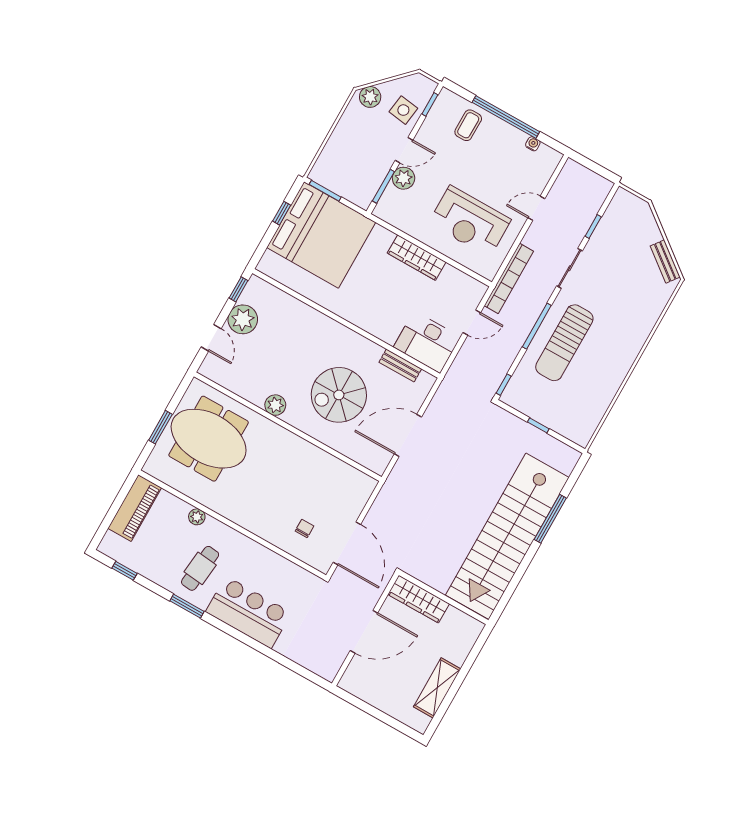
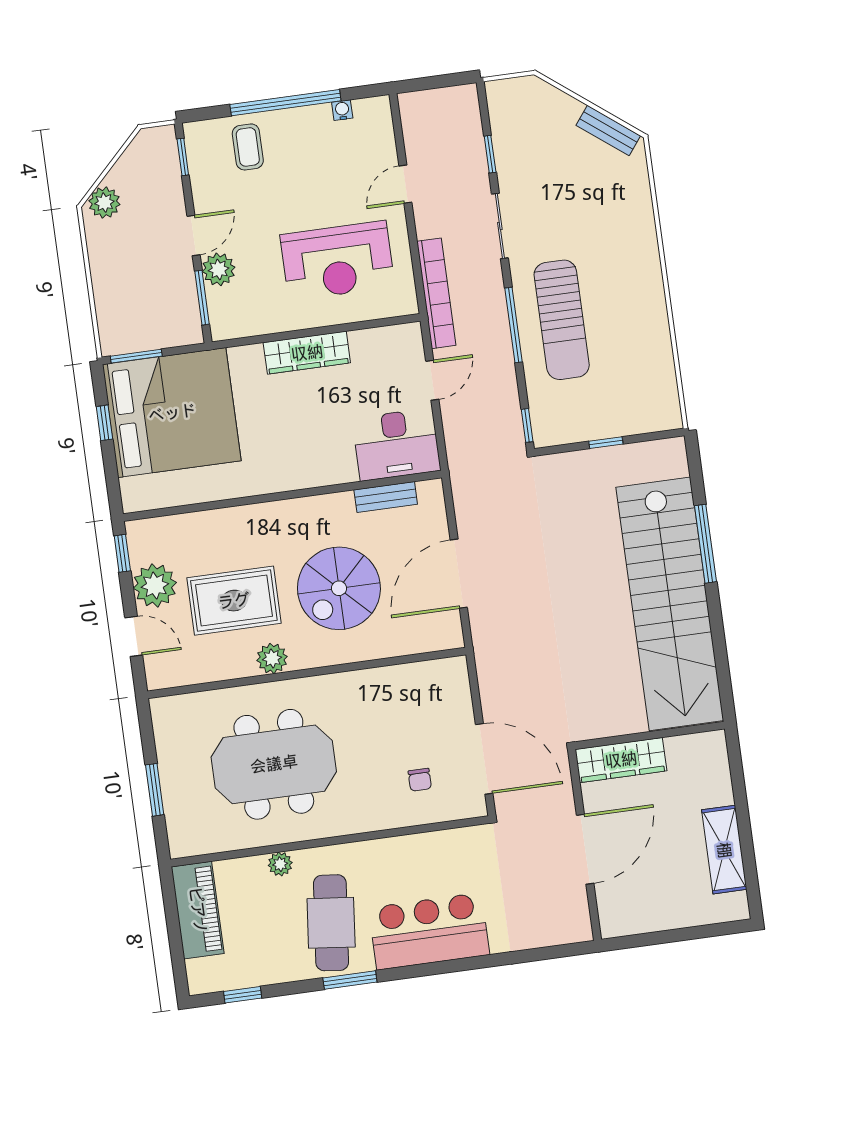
side table: (403, 110) -> (156, 188), removed
rug: (278, 359) -> (234, 601), added
meeting table: (209, 439) -> (274, 764), moved
chair: (304, 528) -> (420, 780), turned 180
cafe table: (200, 568) -> (331, 923), width x1.37, depth x1.35

